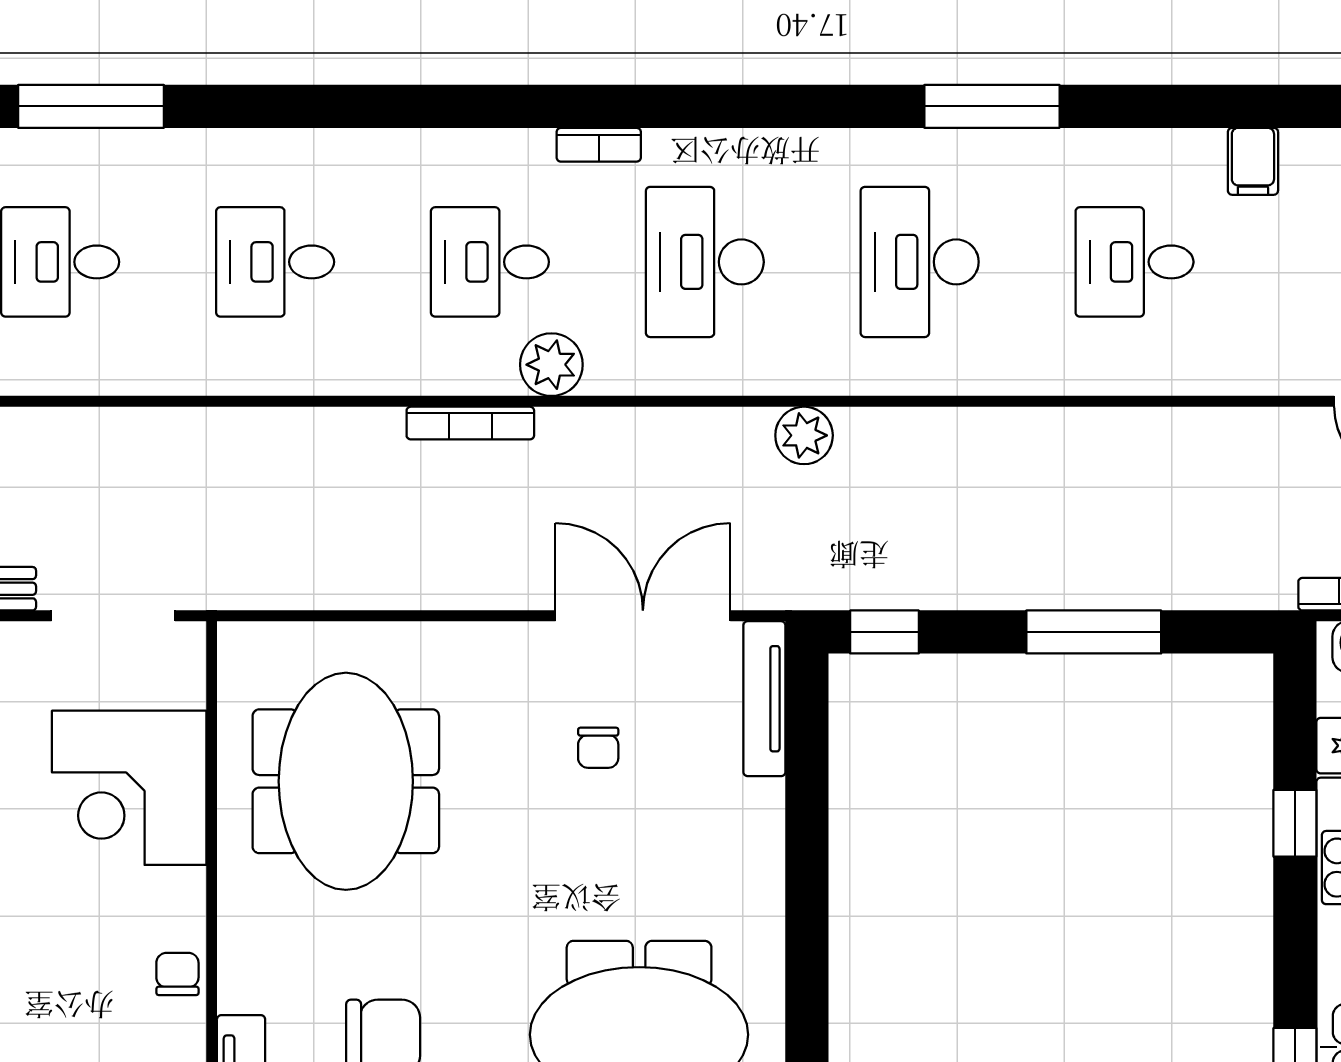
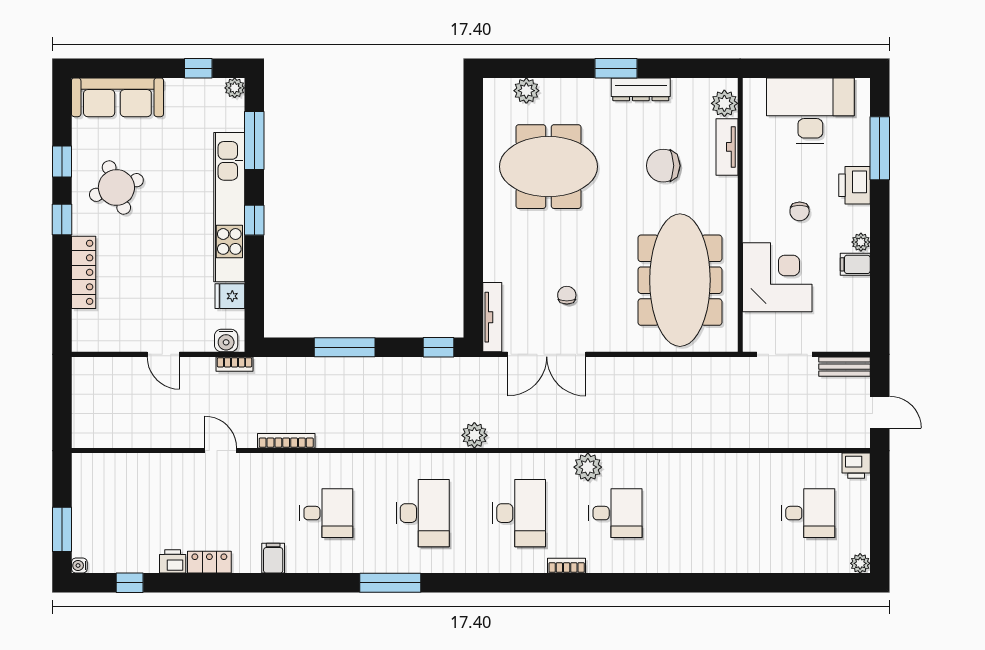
window: (91, 106) -> (794, 583), removed
desk: (275, 262) -> (712, 513), removed
bookcase: (470, 423) -> (286, 441), moved
meeting table: (346, 781) -> (680, 280), width x1.36
window: (1295, 823) -> (254, 220), moved
chair: (177, 974) -> (800, 211), moved

